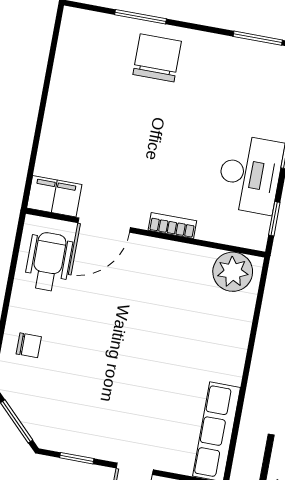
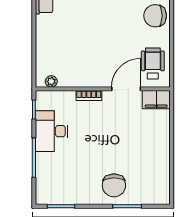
wheelchair: (48, 261) -> (153, 63), turned 180
plant: (233, 272) -> (51, 81), width x0.53, depth x0.53
chair: (29, 345) -> (155, 16), width x1.87, depth x1.87

